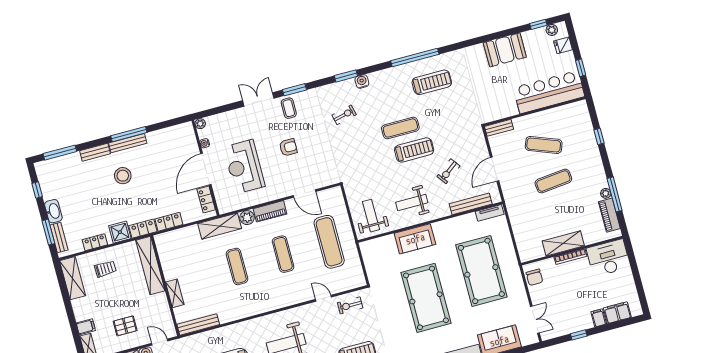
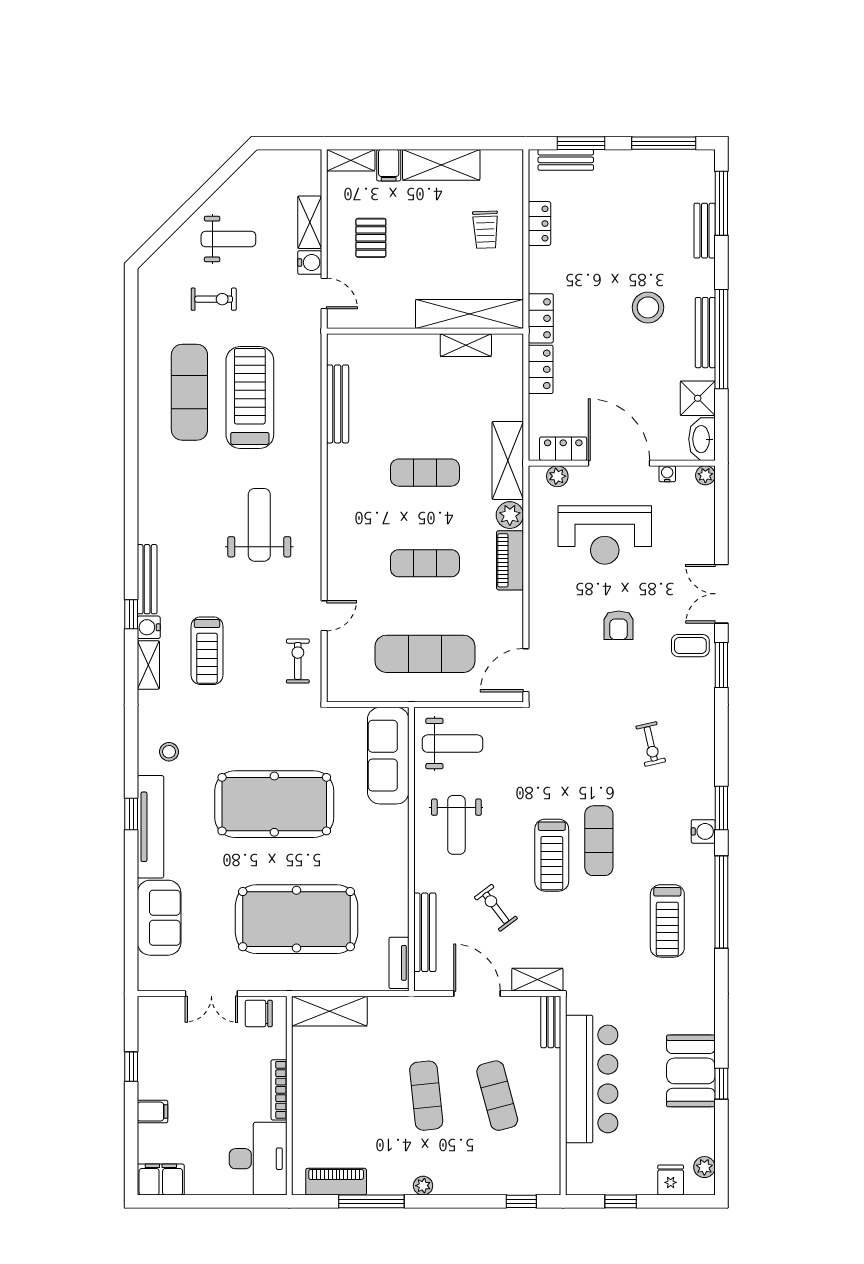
window: (538, 24) -> (721, 1084), moved
window: (346, 76) -> (721, 808), moved
water cooler: (362, 81) -> (703, 831), moved
bar counter: (549, 92) -> (592, 1079), moved
double door: (258, 99) -> (721, 594), swing flipped
window: (129, 134) -> (721, 339), width x1.46
window: (599, 136) -> (521, 1201), moved
shelving: (479, 140) -> (537, 980), added
exercise mat: (544, 145) -> (497, 1096), turned -36
bench: (95, 152) -> (705, 231), moved
reception desk: (244, 167) -> (605, 535), turned 180
window: (37, 190) -> (664, 143), width x2.17
door: (305, 193) -> (526, 670), moved
plant: (606, 193) -> (423, 1186), moved
plant: (221, 199) -> (557, 476), added
weight bench: (412, 203) -> (456, 825), turned 180
washbasin: (53, 211) -> (702, 439), moved, turned 90
shower: (120, 232) -> (698, 398), moved
sofa: (415, 239) -> (388, 756), moved, width x1.36
shelving: (563, 243) -> (329, 1011), moved, turned 90
shelving: (73, 278) -> (441, 165), moved
shelving: (175, 293) -> (466, 345), moved
filing cabinet: (617, 313) -> (161, 1180), moved, turned -90
double door: (535, 320) -> (211, 994), moved
bench: (198, 324) -> (338, 404), moved
door: (160, 342) -> (324, 293), hinge flipped

